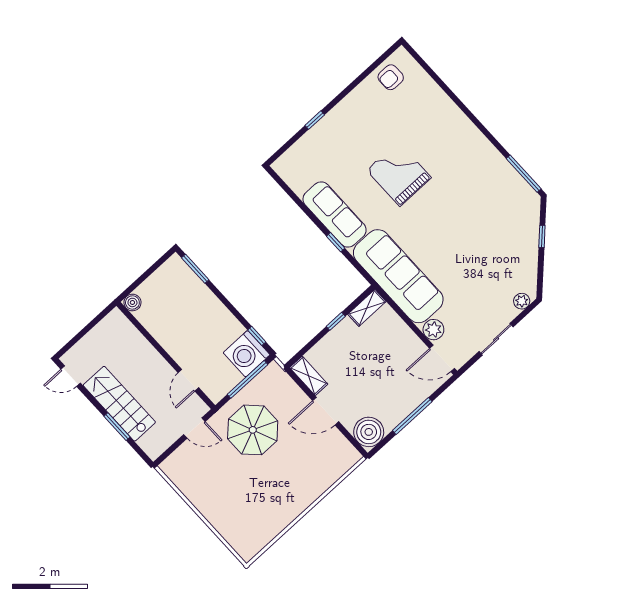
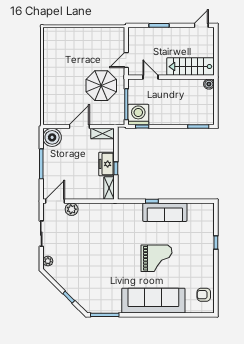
armchair: (391, 77) -> (204, 295), turned -90
sofa: (398, 276) -> (153, 301), moved, turned 180
freezer: (341, 337) -> (106, 164), added
stairs: (119, 404) -> (191, 67), moved, turned 180

